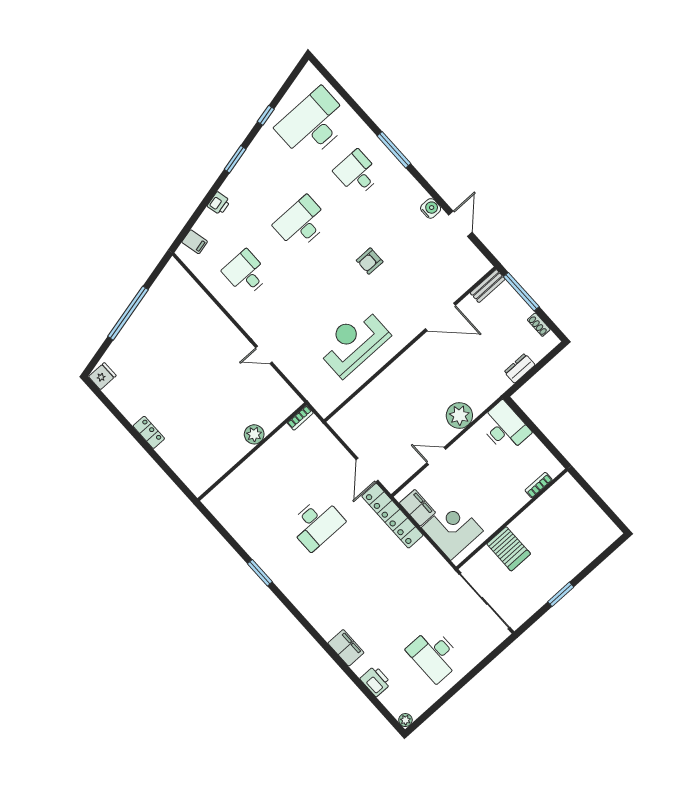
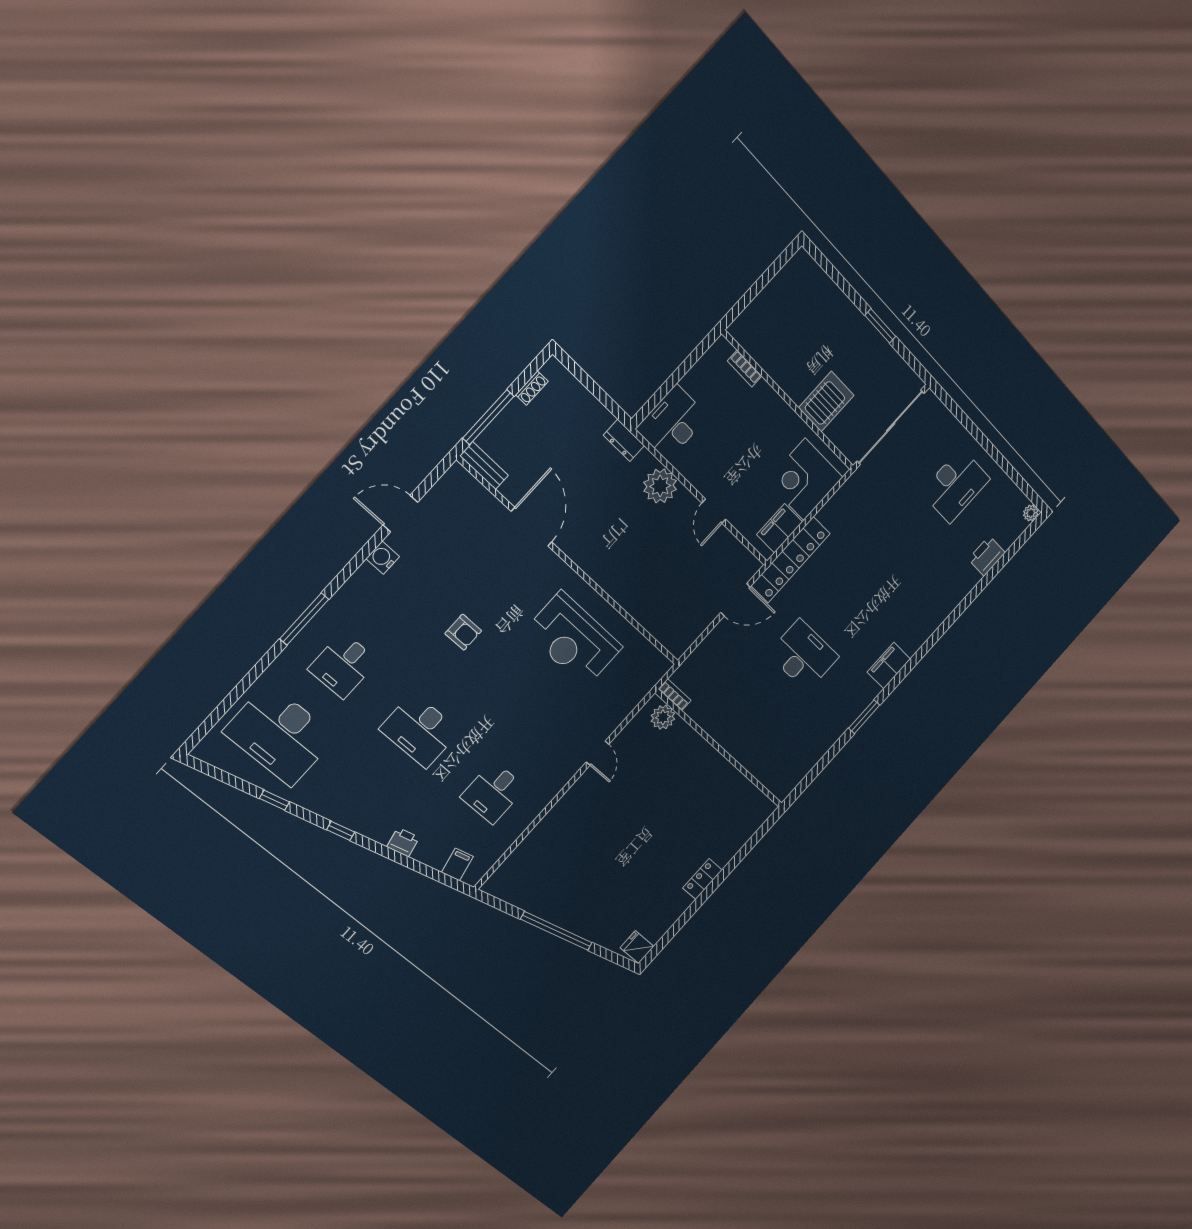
window: (235, 159) -> (341, 831), width x0.67
dresser: (520, 368) -> (624, 440), moved
plant: (254, 434) -> (663, 717), moved
filing cabinet: (346, 648) -> (889, 666), moved

